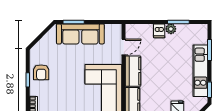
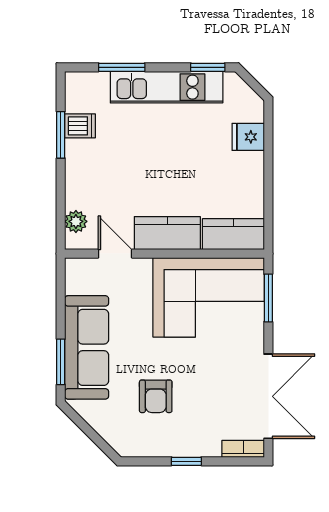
plant: (171, 29) -> (76, 221), moved
dishwasher: (159, 31) -> (80, 126), moved
armchair: (41, 72) -> (156, 396), moved, turned 90

